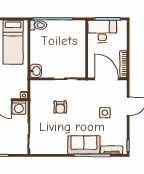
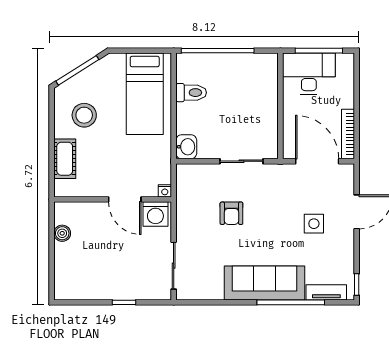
toilet: (38, 25) -> (191, 93), moved
sofa: (84, 145) -> (265, 283), width x1.36

